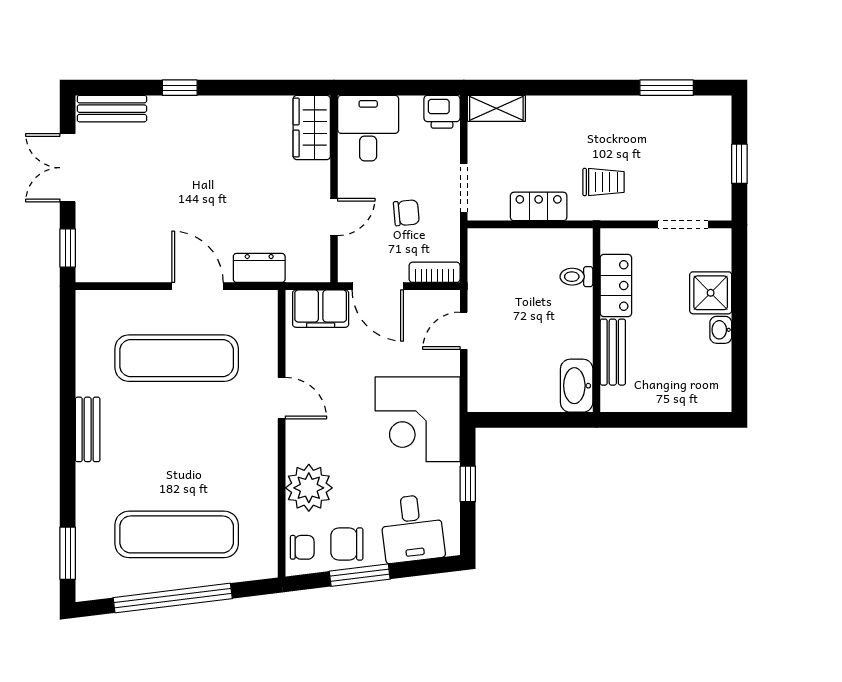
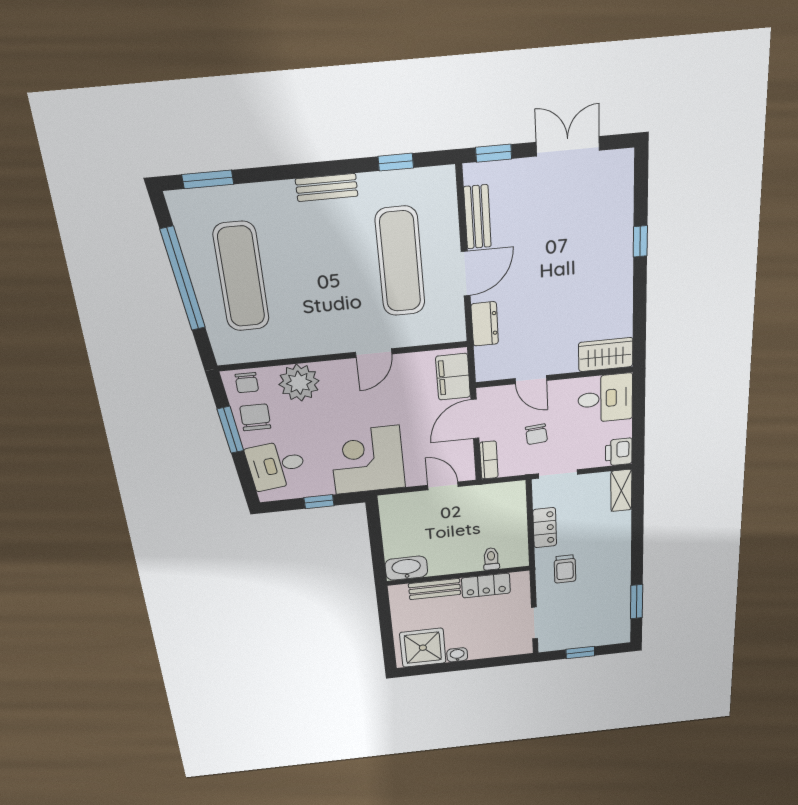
bench: (112, 109) -> (477, 217), moved
shower: (711, 293) -> (423, 648), moved, width x1.36, depth x1.36
window: (68, 353) -> (396, 162), added

